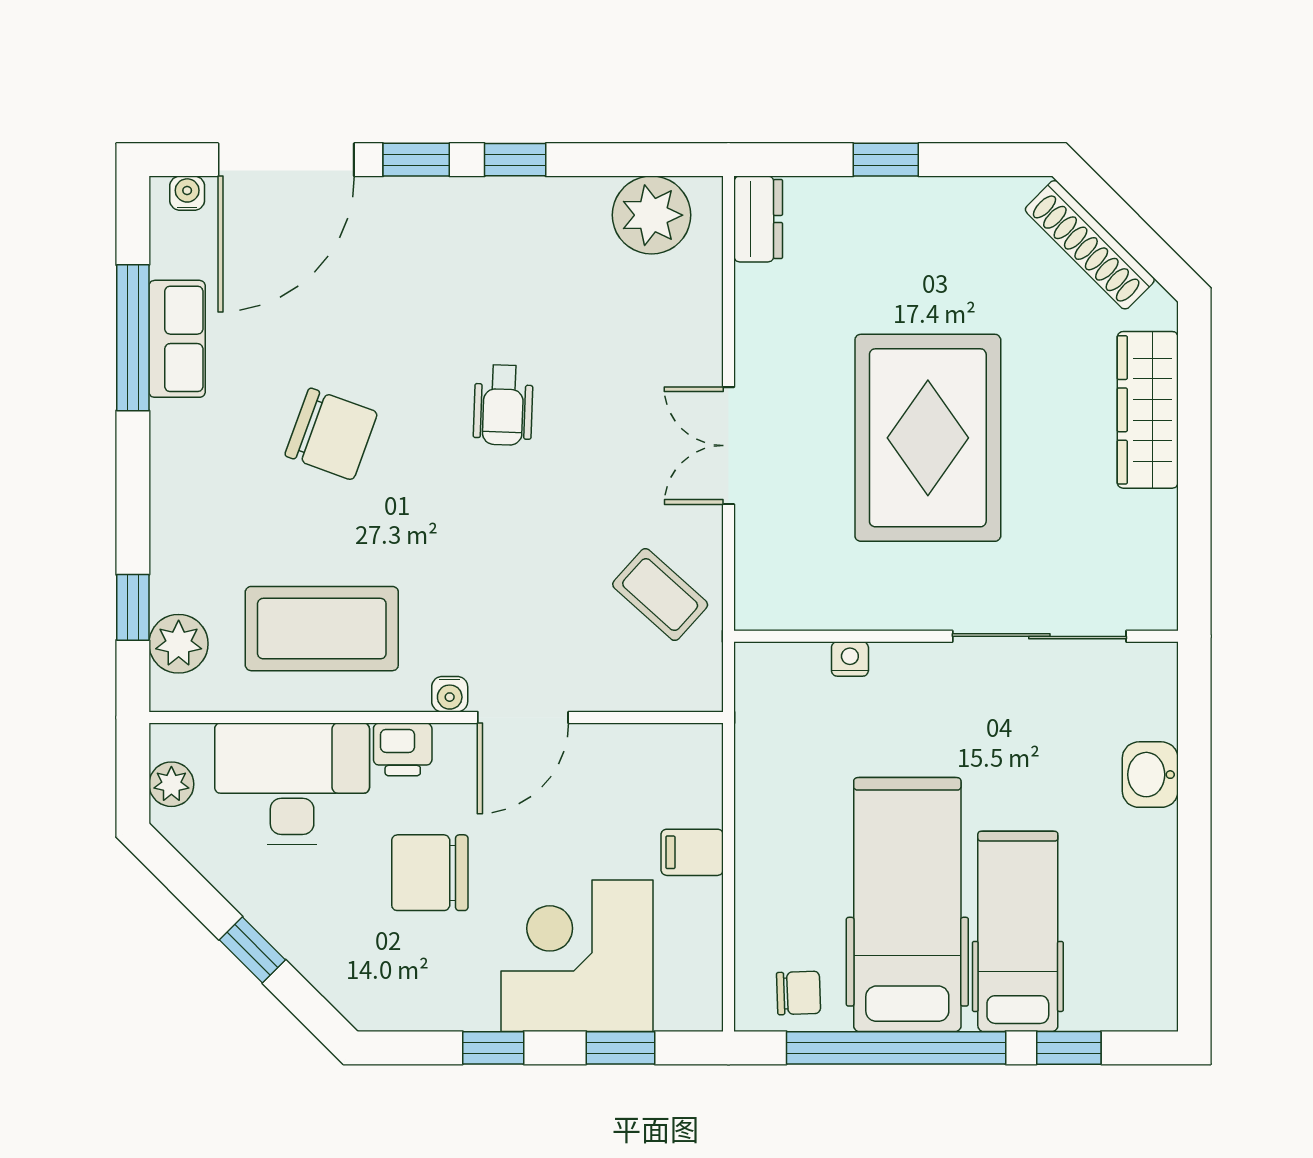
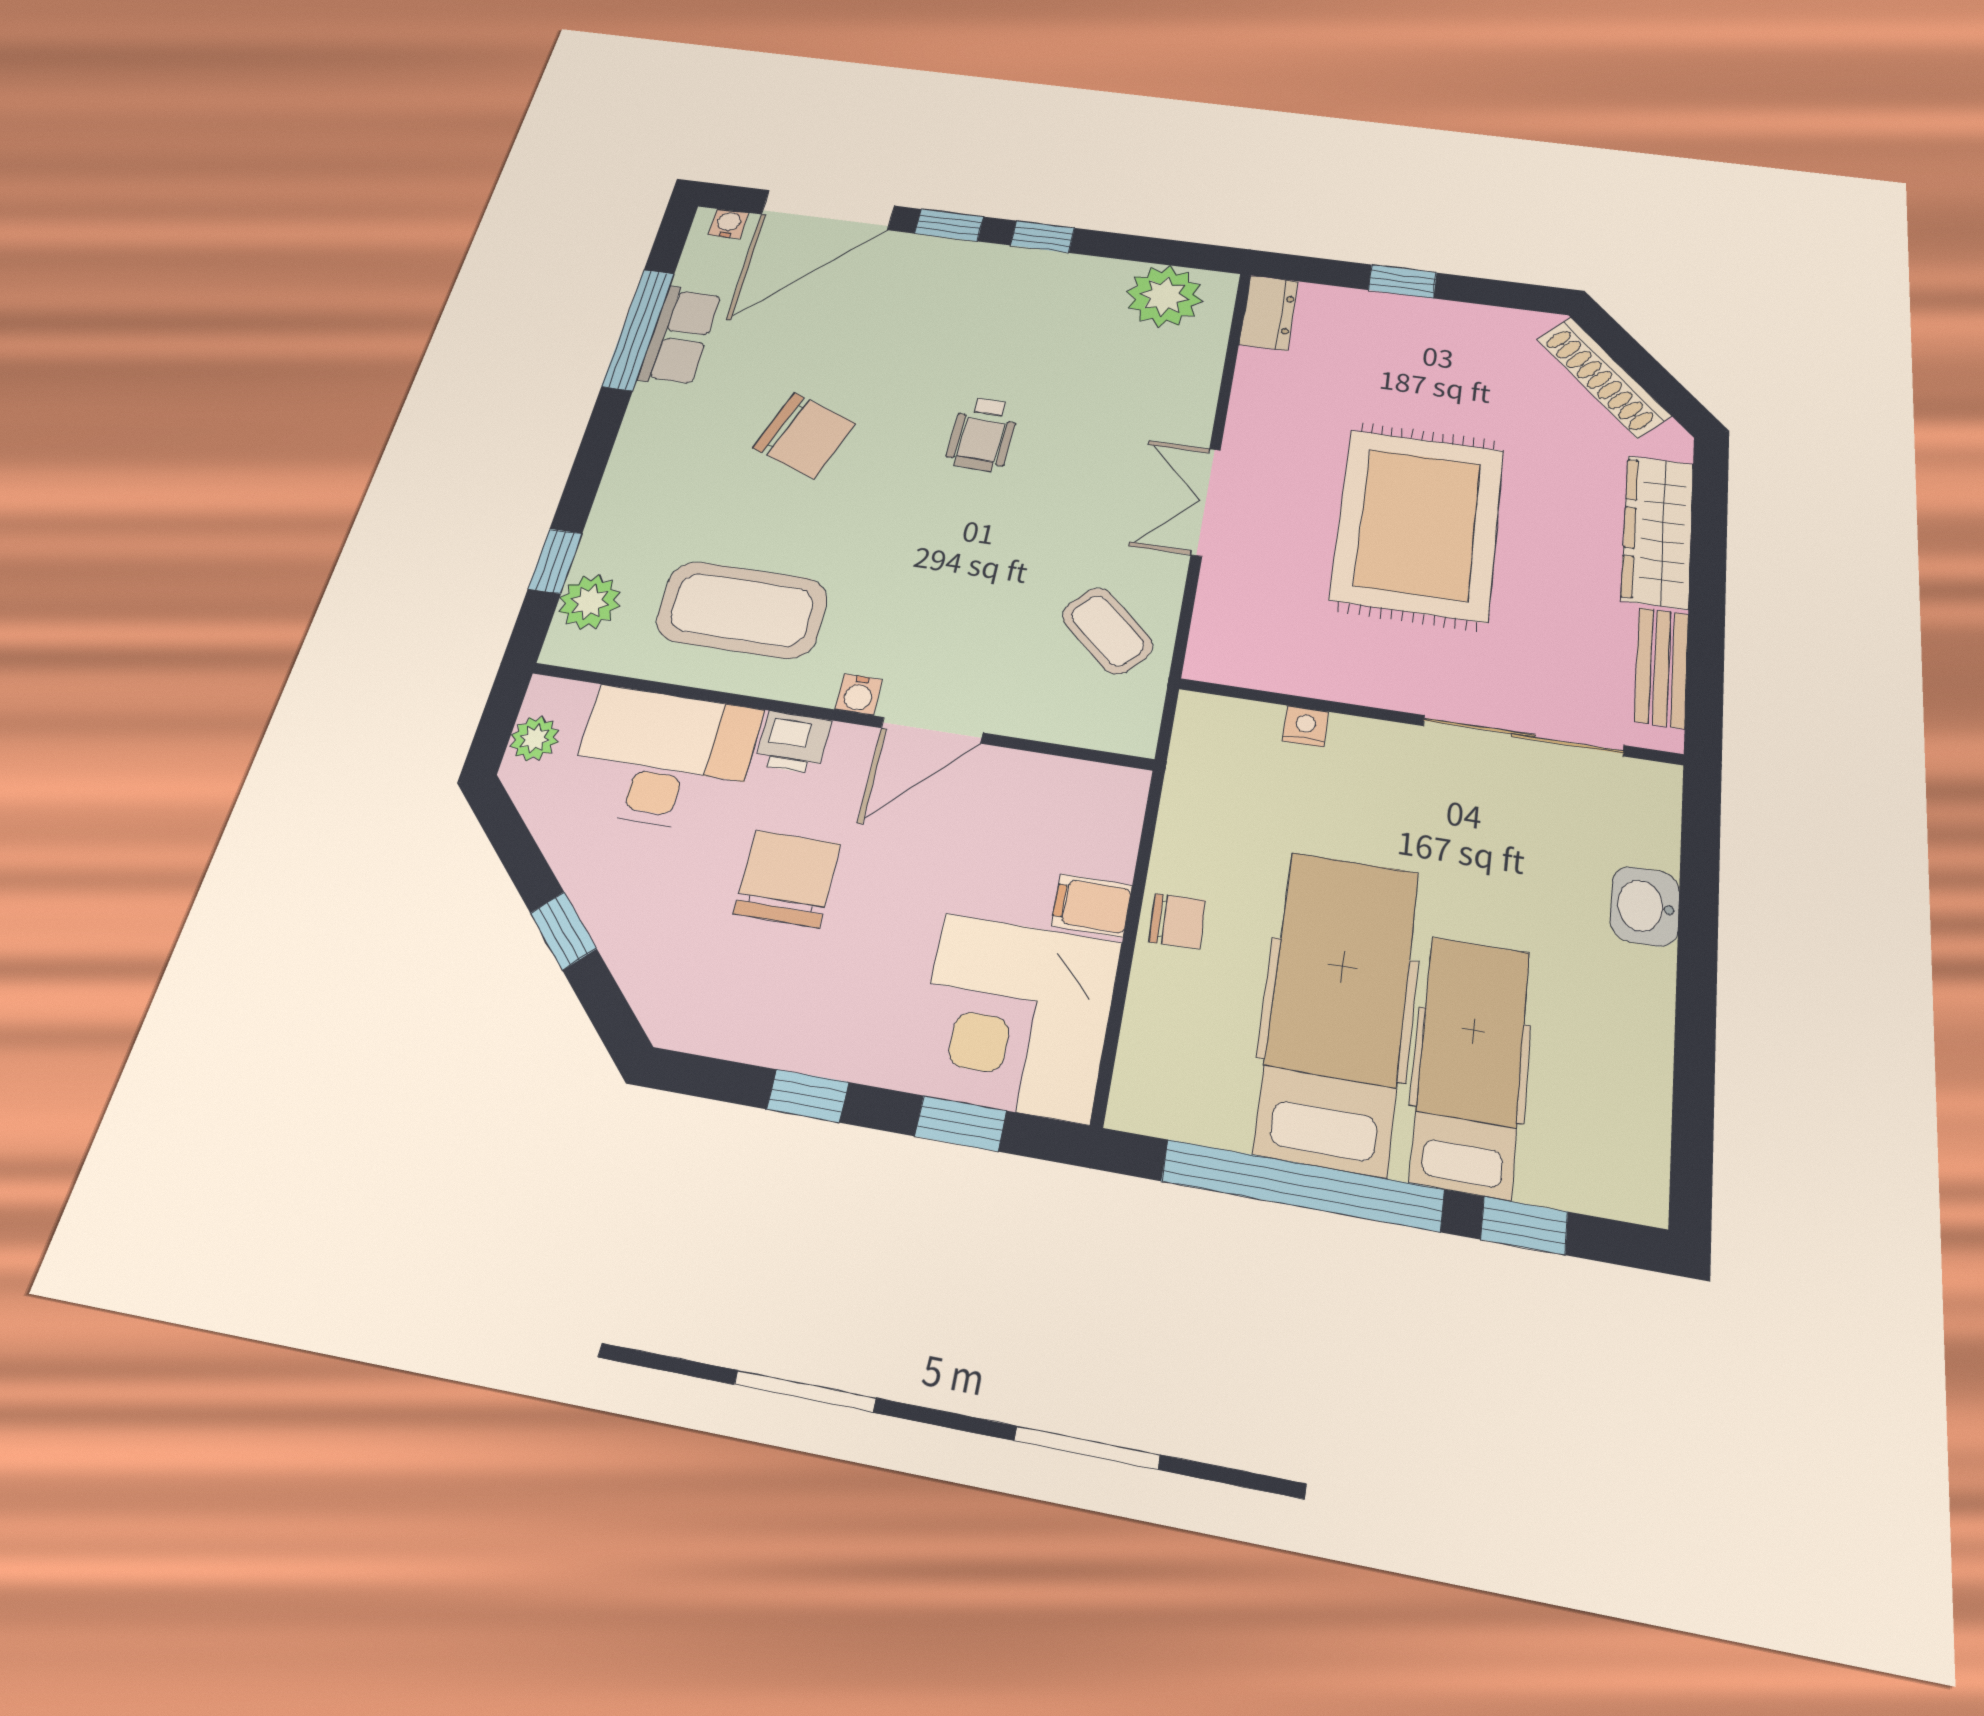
bench: (1156, 550) -> (1662, 667), added
chair: (430, 873) -> (787, 878), turned 90
corner desk: (577, 956) -> (1016, 1016), moved, turned -90
chair: (799, 993) -> (1177, 921), moved

